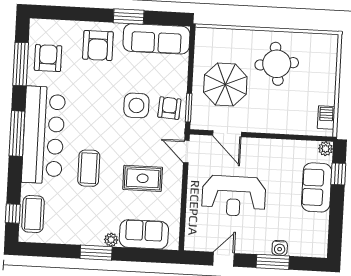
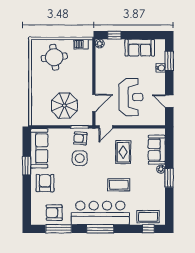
armchair: (98, 45) -> (45, 183), turned -90
round table: (277, 64) -> (54, 57), moved
sofa: (317, 187) -> (140, 48), moved
window: (273, 262) -> (169, 61), moved

